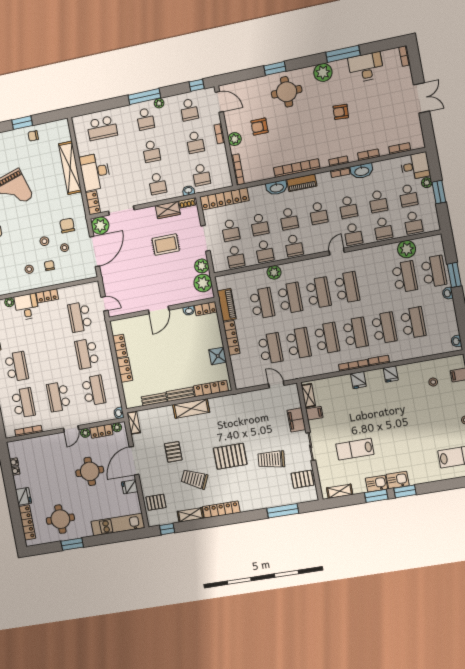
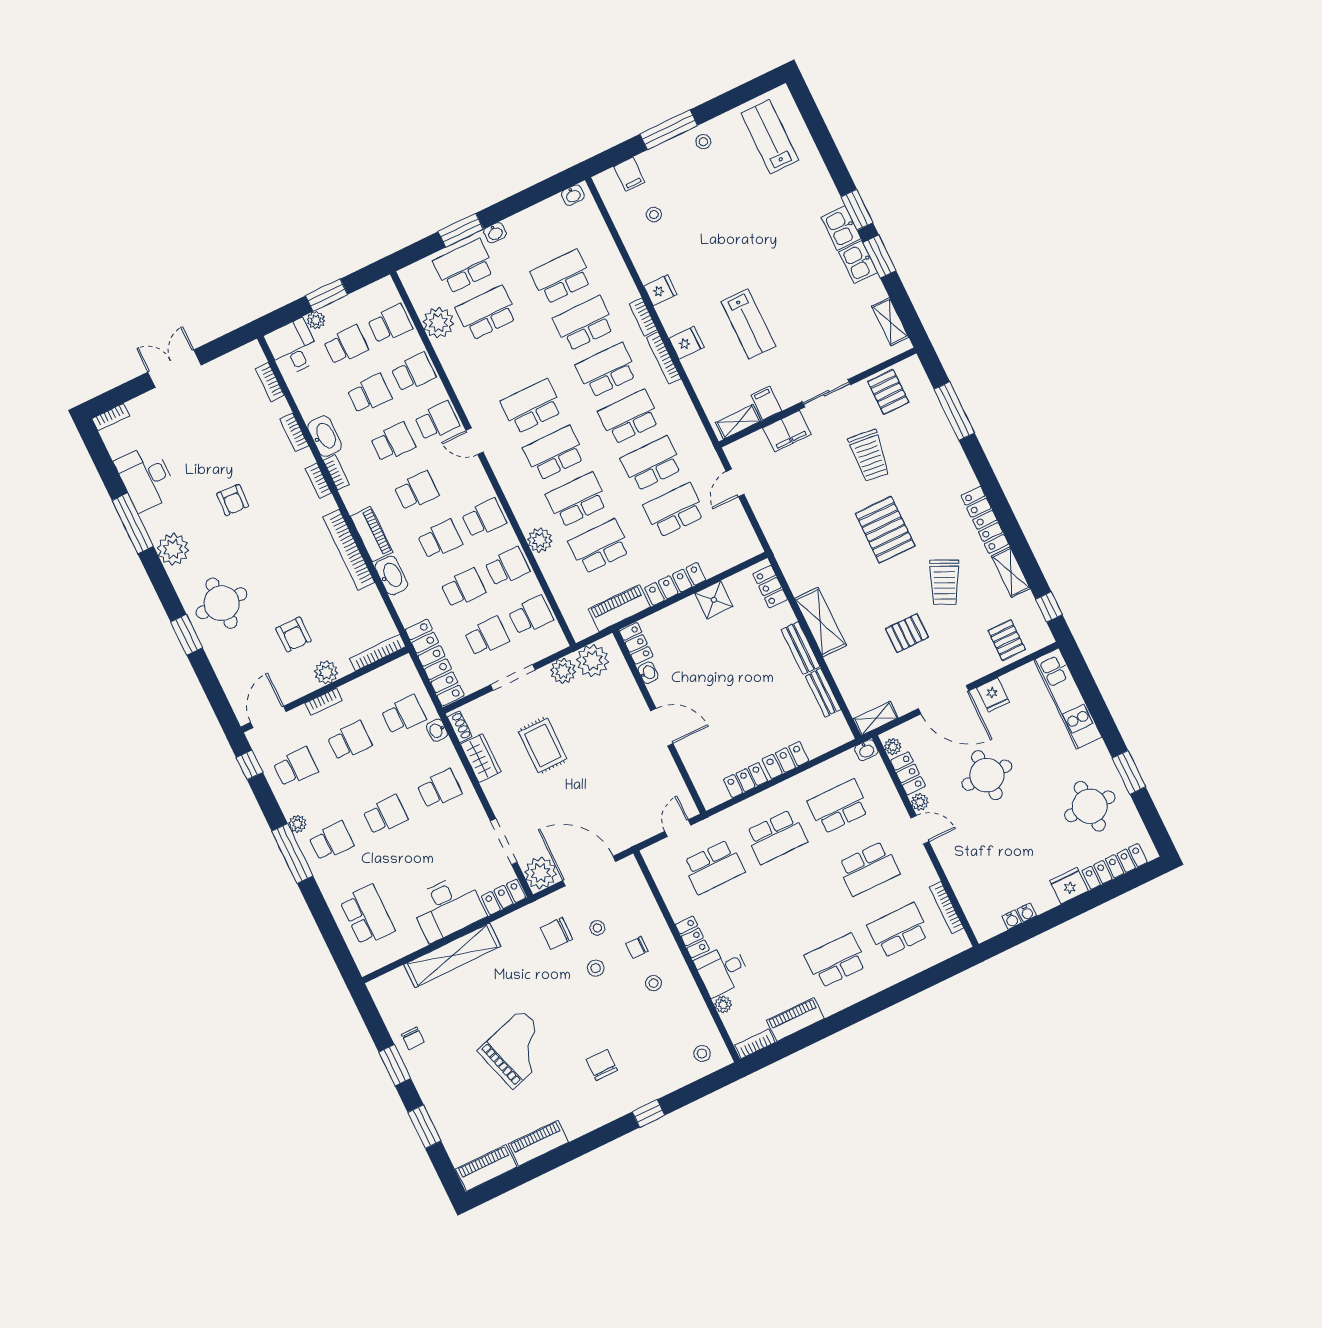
locker: (211, 388) -> (770, 587), width x0.66
lab bench: (355, 449) -> (748, 324), moved

